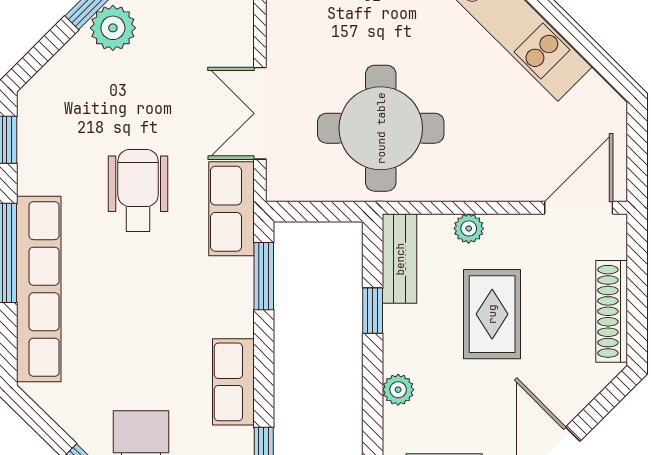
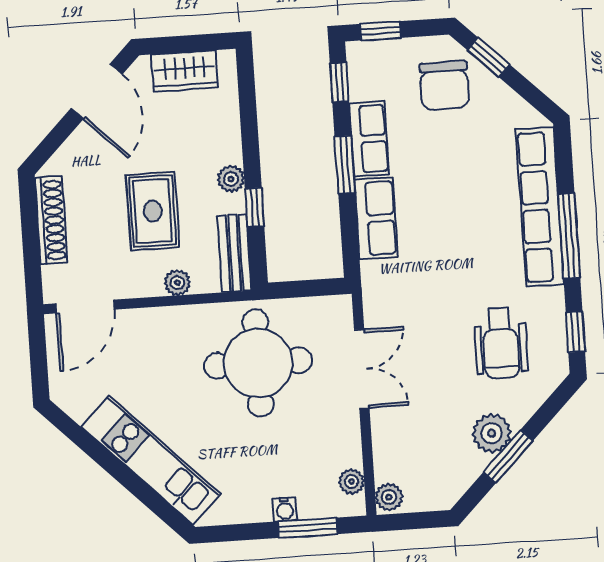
wheelchair: (138, 190) -> (501, 343), moved
row of seats: (231, 209) -> (376, 218), moved
window: (264, 276) -> (345, 165), moved
plant: (398, 390) -> (231, 179), moved

